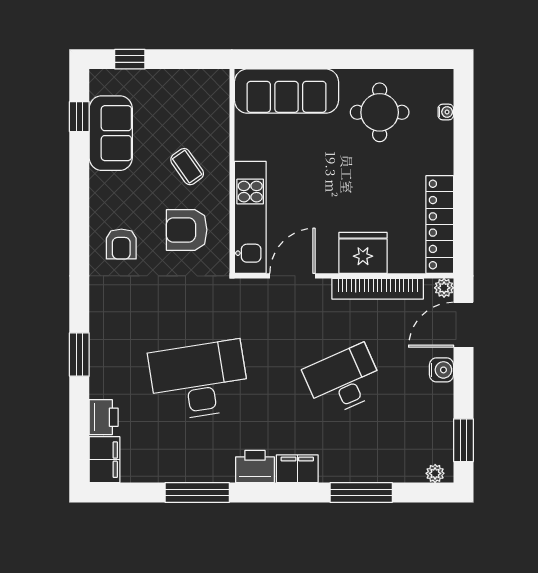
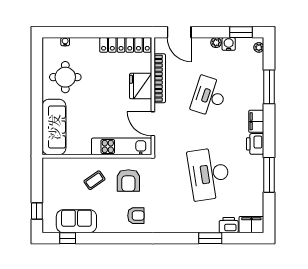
plant: (444, 288) -> (216, 43), moved
window: (79, 355) -> (210, 238), moved
water cooler: (442, 370) -> (229, 44), moved
desk: (344, 380) -> (209, 96), turned 42

